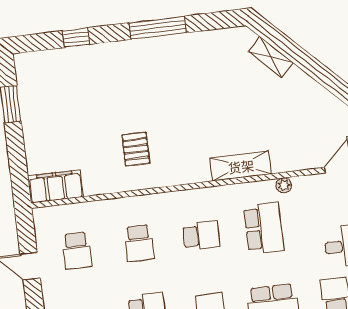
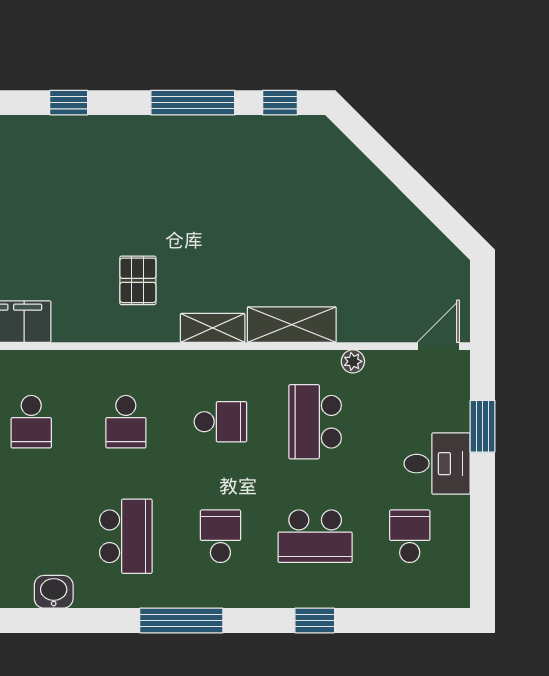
window: (215, 21) -> (280, 103), added
shelving: (271, 57) -> (213, 328), moved, turned -45
school desk: (264, 228) -> (315, 422), turned 180

